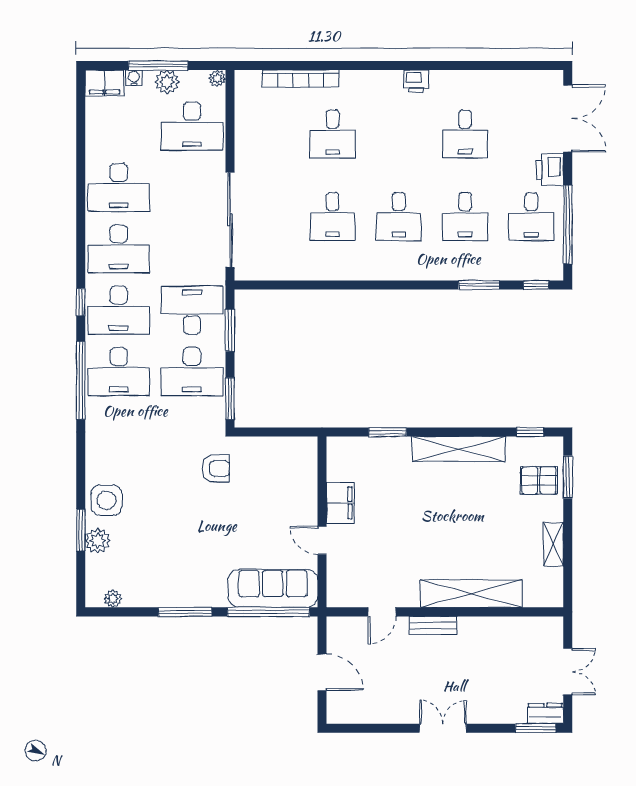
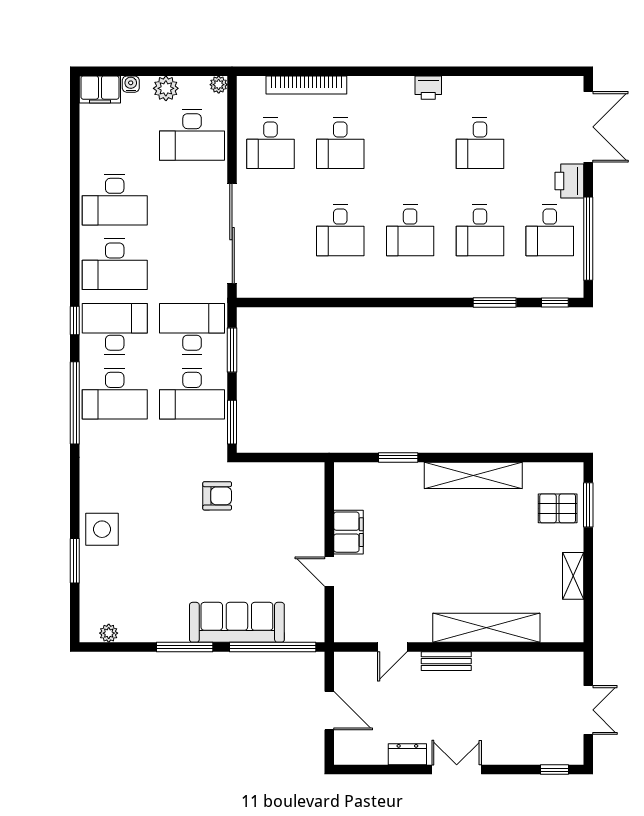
window: (158, 66) -> (156, 71), removed
desk: (266, 134) -> (270, 143), added
desk: (119, 310) -> (115, 329), turned 180
window: (530, 432) -> (548, 457), removed
plant: (98, 541) -> (93, 572), removed
sofa: (273, 588) -> (237, 622), moved
dresser: (545, 714) -> (407, 754), moved
window: (536, 728) -> (555, 770), width x0.67

